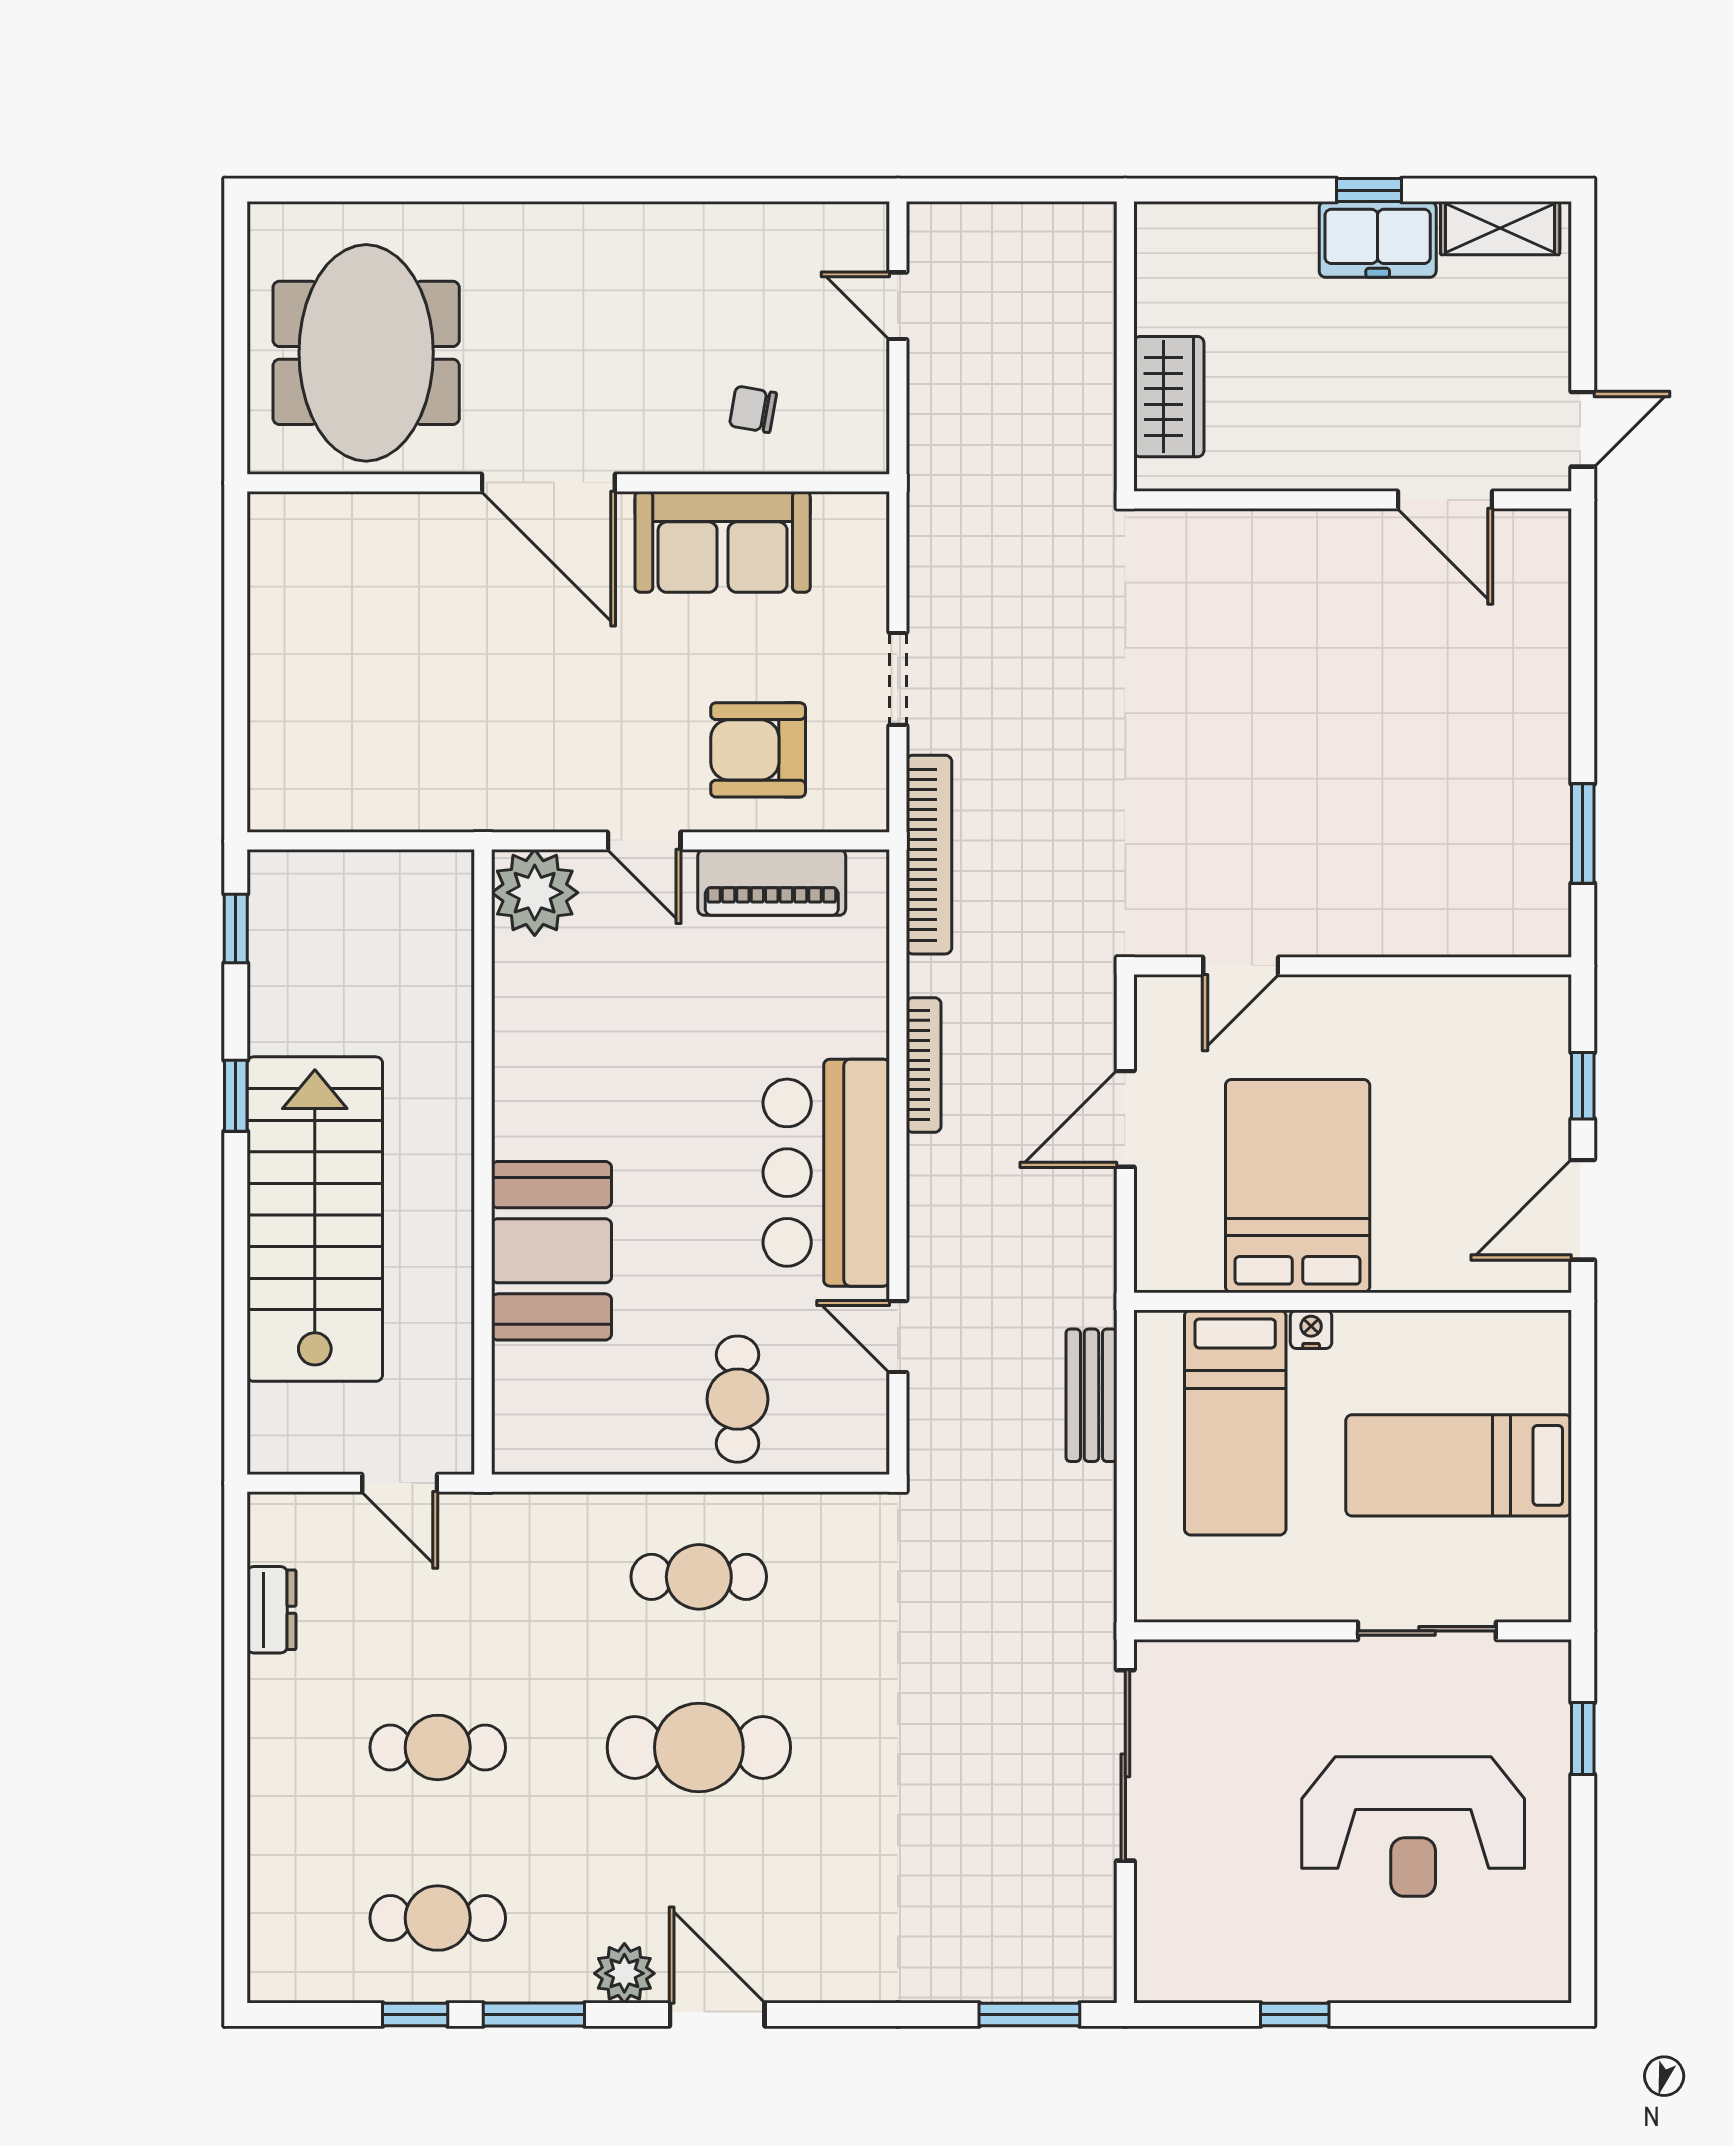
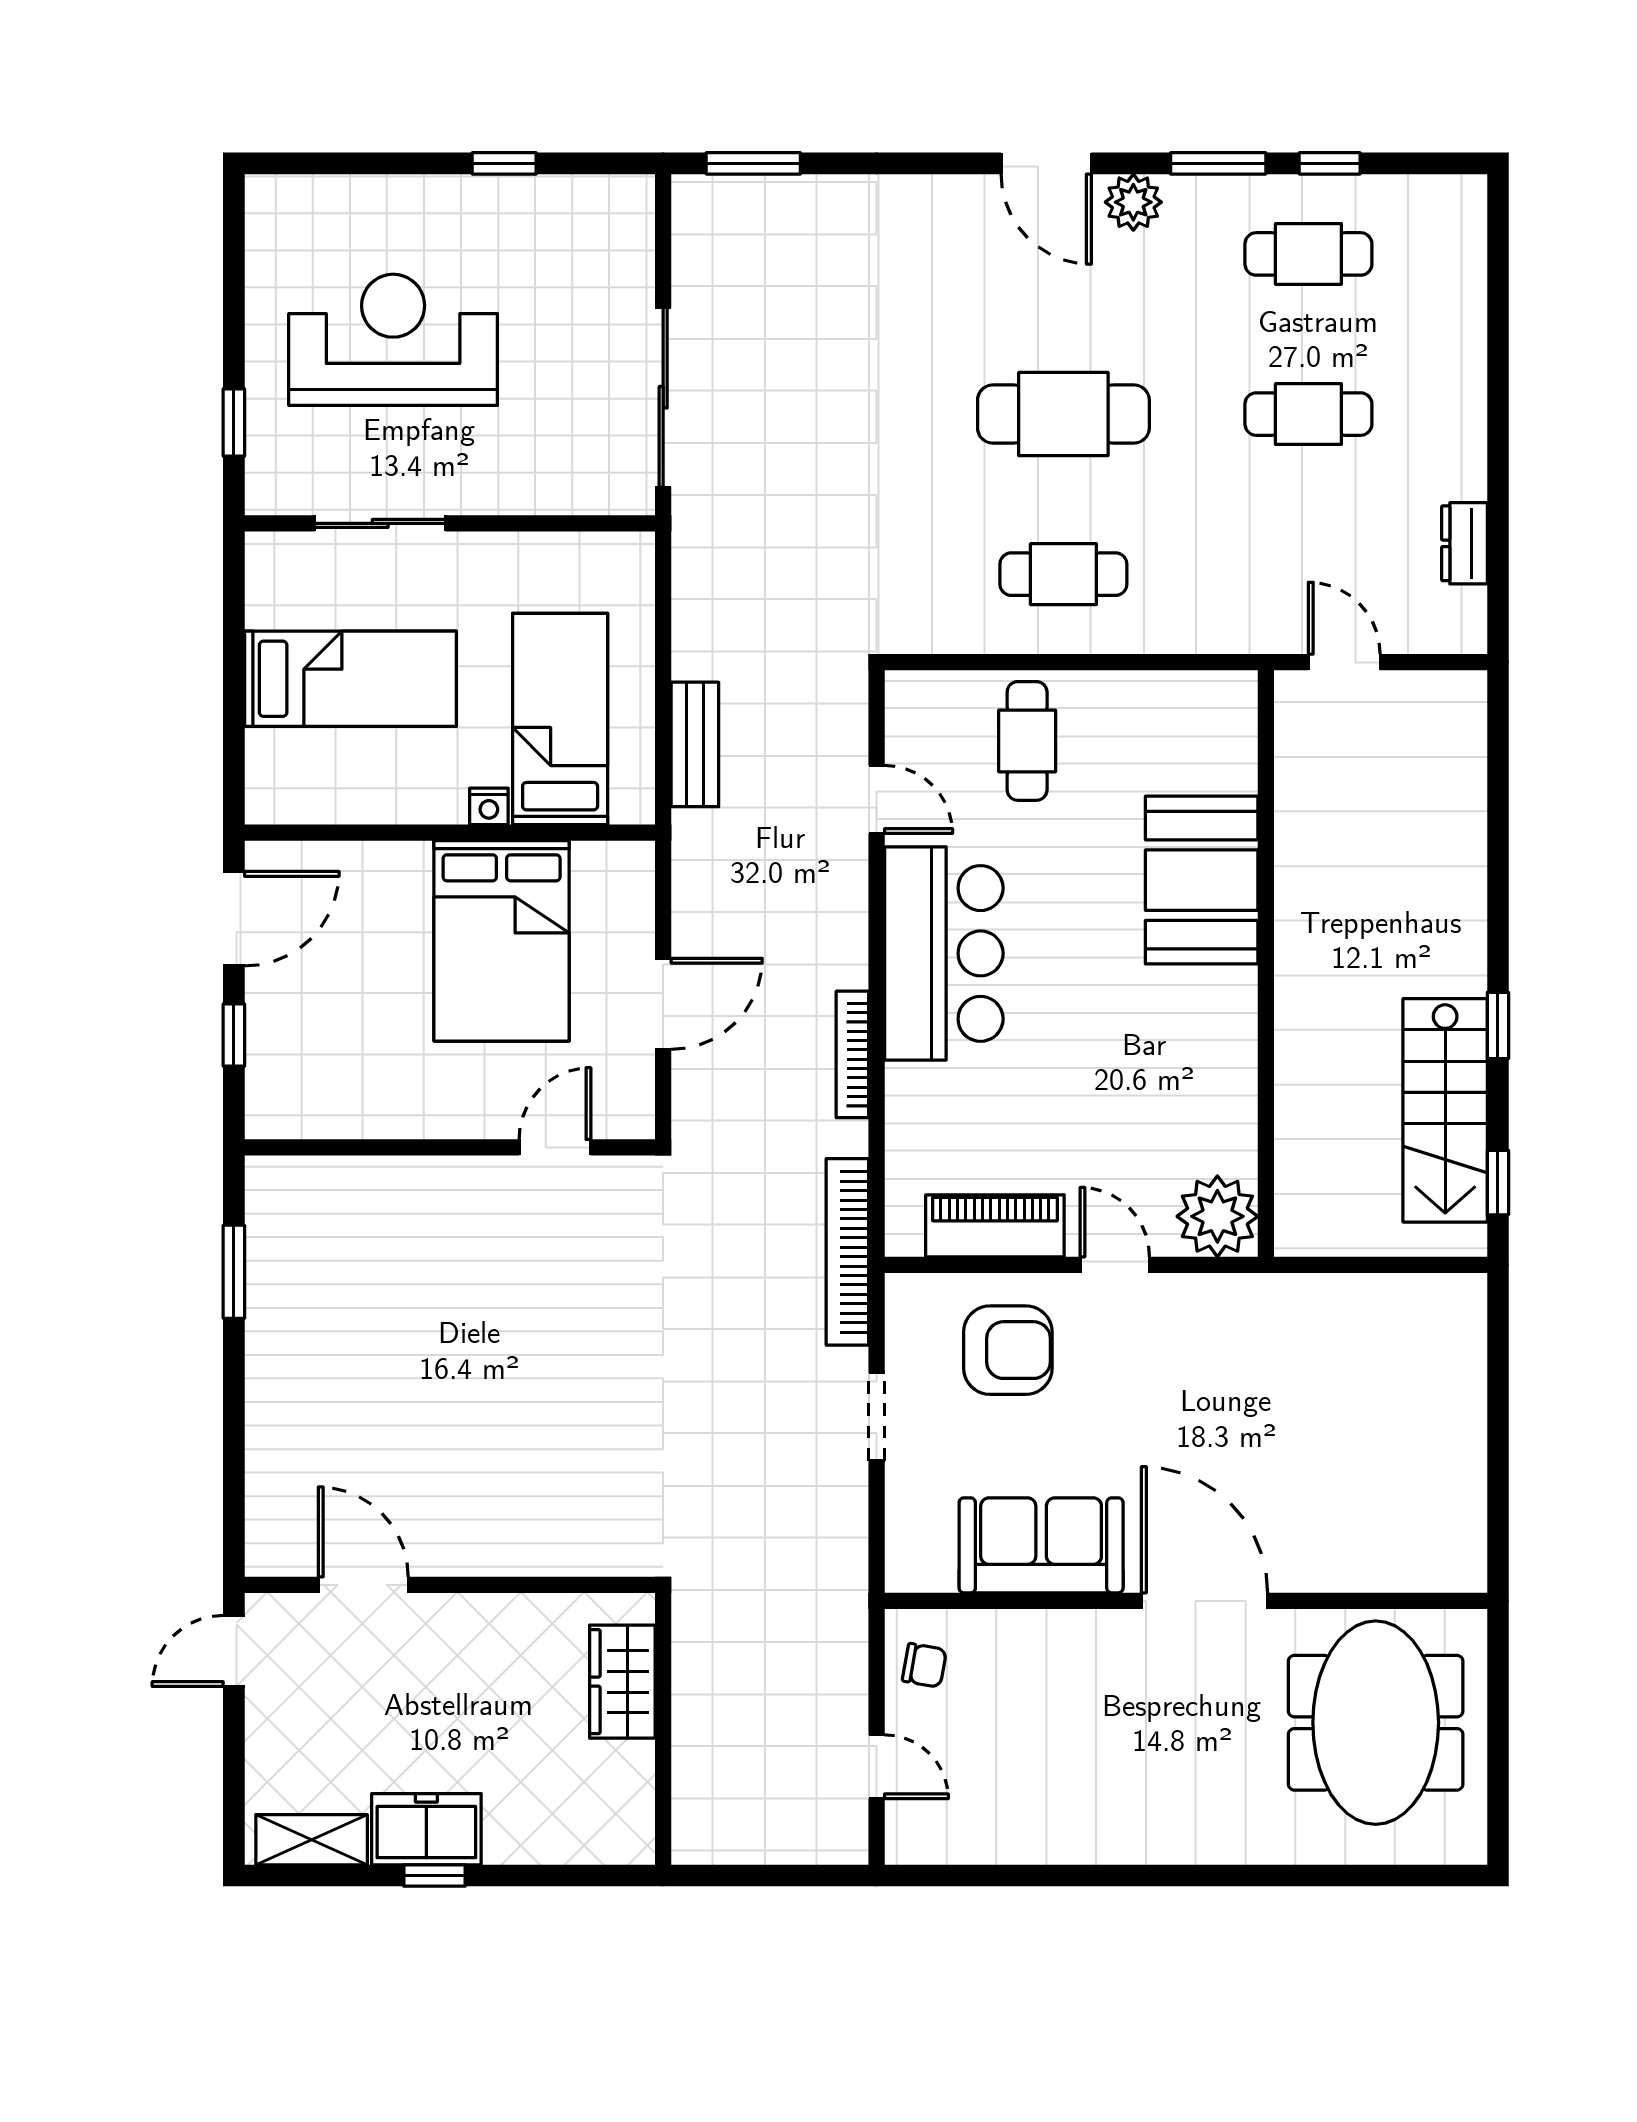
chair: (753, 409) -> (924, 1665), moved
stairs: (315, 1219) -> (1445, 1110), moved, width x0.73, depth x0.66

